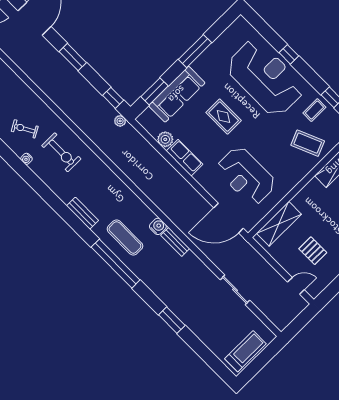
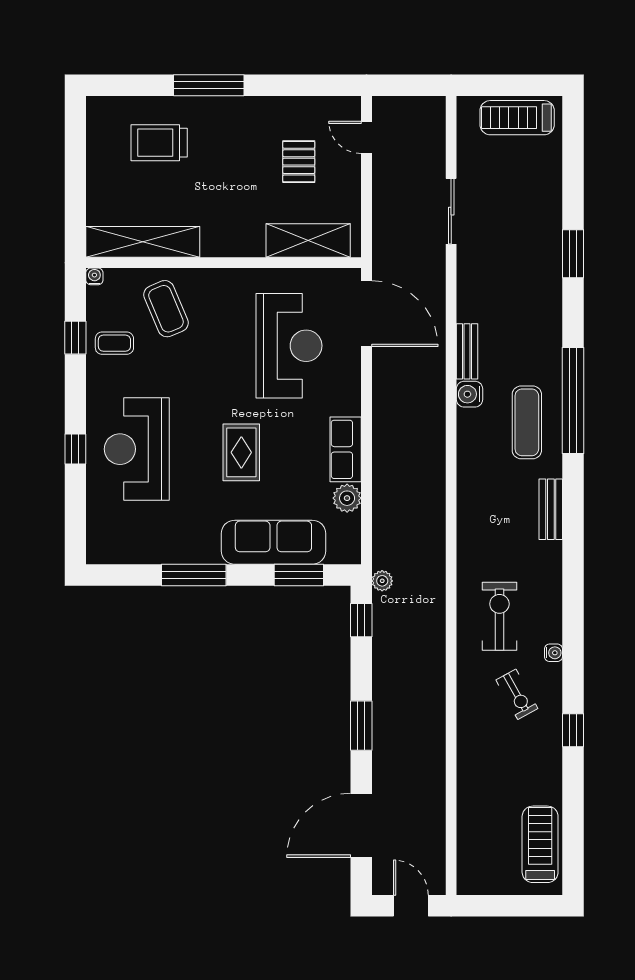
reception desk: (265, 78) -> (137, 449), width x0.74, depth x0.77

